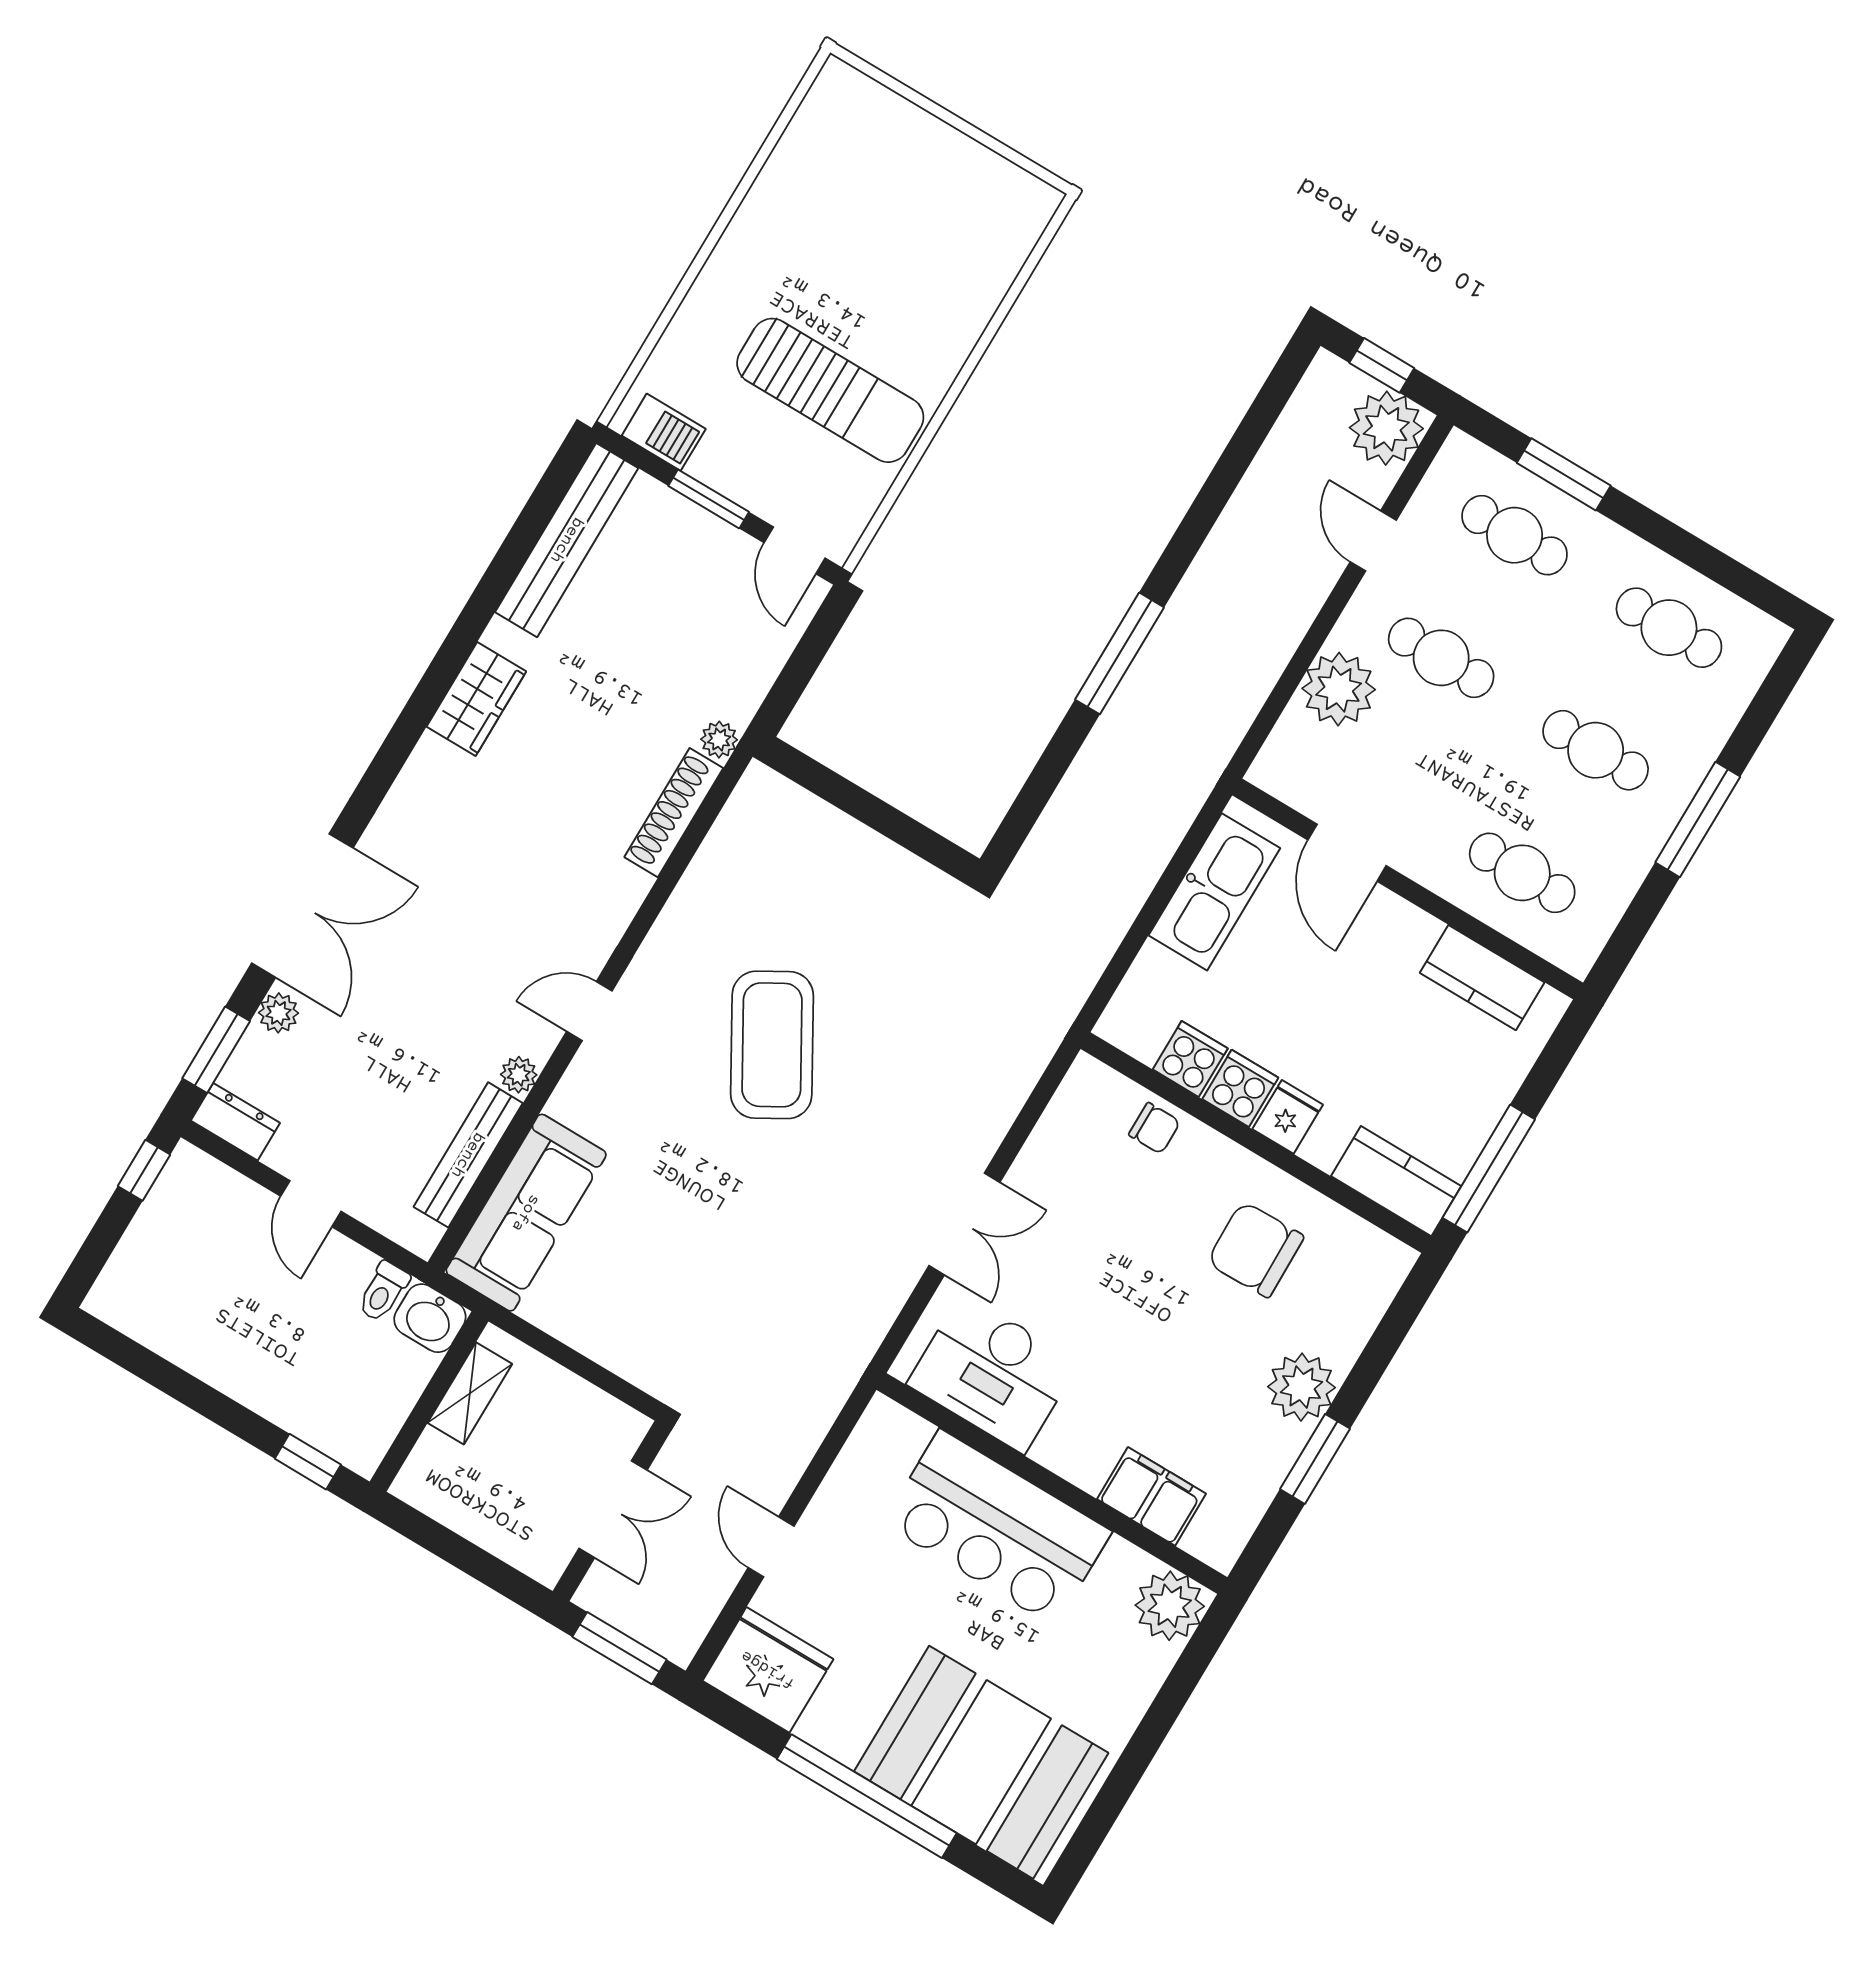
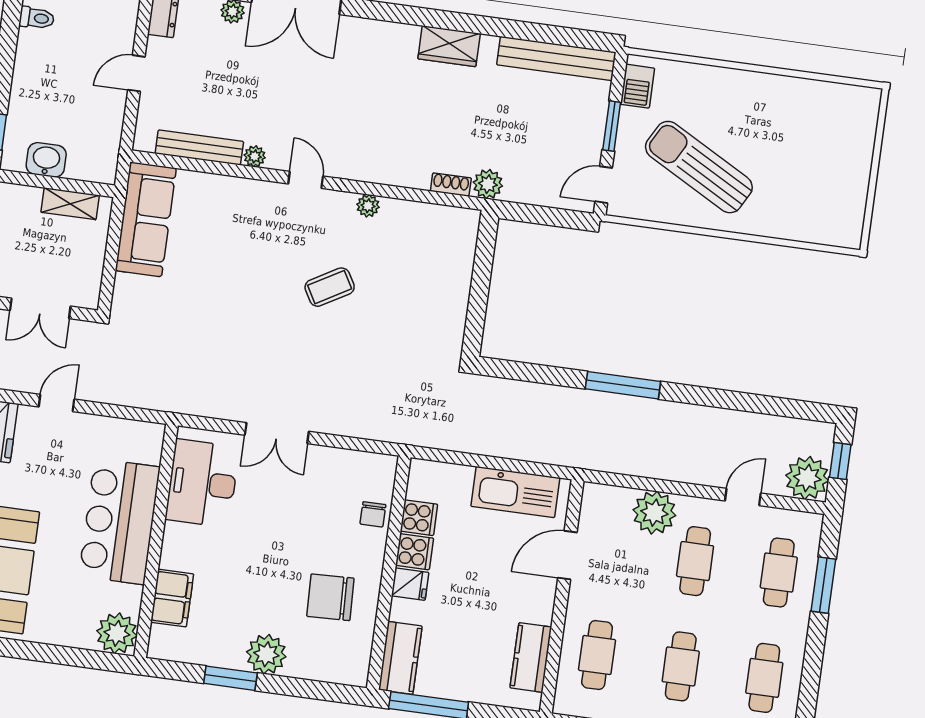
sun lounger: (830, 390) -> (699, 167), turned 119
plant: (719, 740) -> (488, 184), width x1.38, depth x1.38
shoe rack: (674, 813) -> (451, 185), width x0.51, depth x0.81
plant: (671, 931) -> (368, 206), added
coffee table: (772, 1045) -> (330, 287), width x0.54, depth x0.58
sofa: (526, 1213) -> (146, 219), moved, turned -90
chair: (1255, 1249) -> (330, 597), turned -91
toilet: (383, 1292) -> (37, 18), moved, turned 180
washbasin: (430, 1318) -> (46, 160), moved, turned 90

